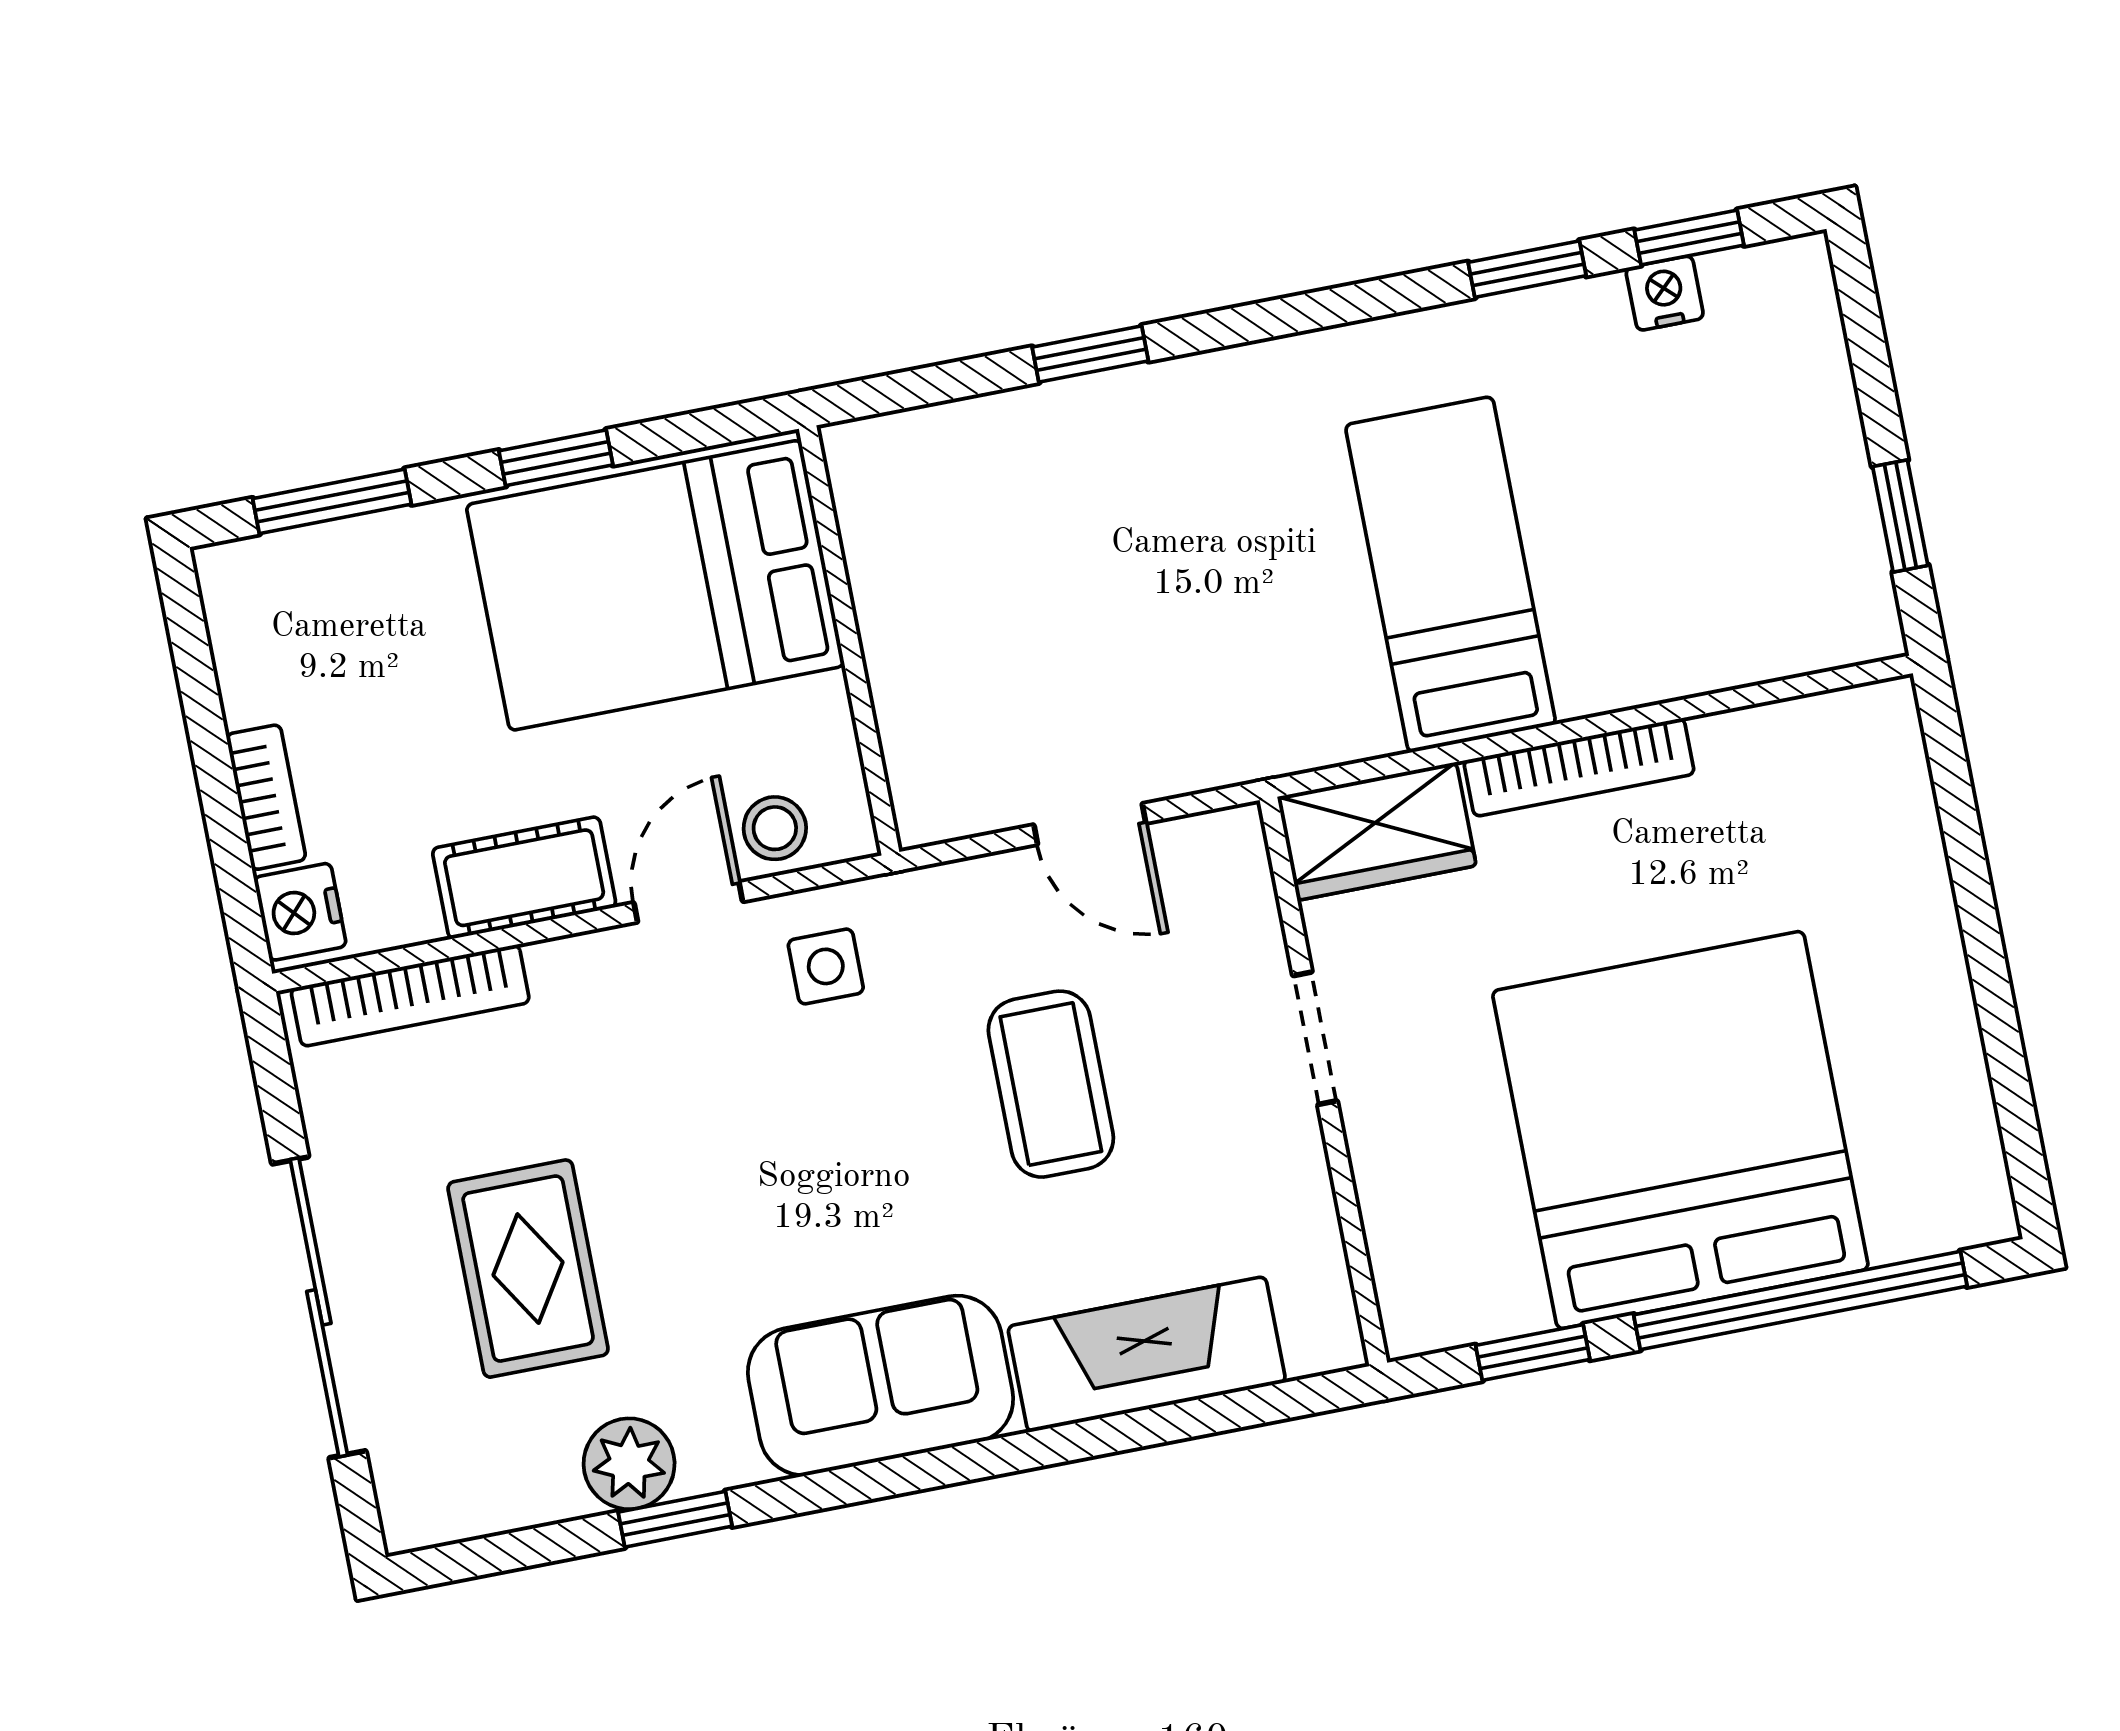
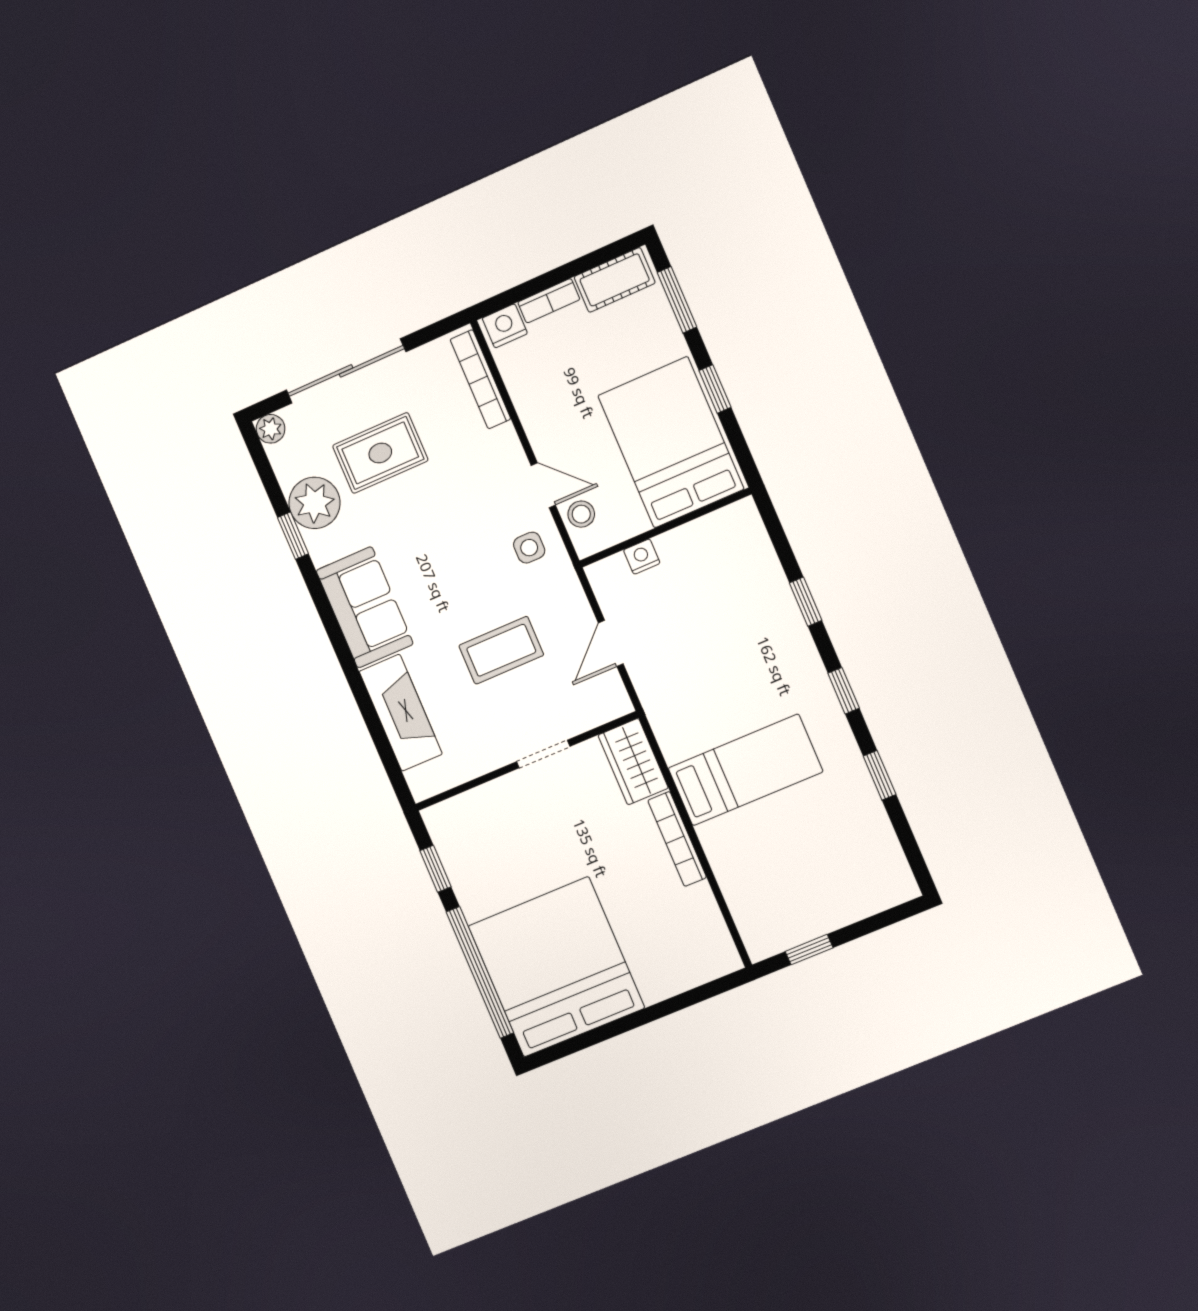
window: (1689, 238) -> (844, 691), moved
nightstand: (1665, 293) -> (642, 557), moved, turned -90
cot: (524, 878) -> (615, 280), moved, turned 90
bed: (1680, 1130) -> (556, 967), moved, turned -90
plant: (629, 1464) -> (314, 503), width x1.36, depth x1.36
plant: (413, 1517) -> (271, 429), added

